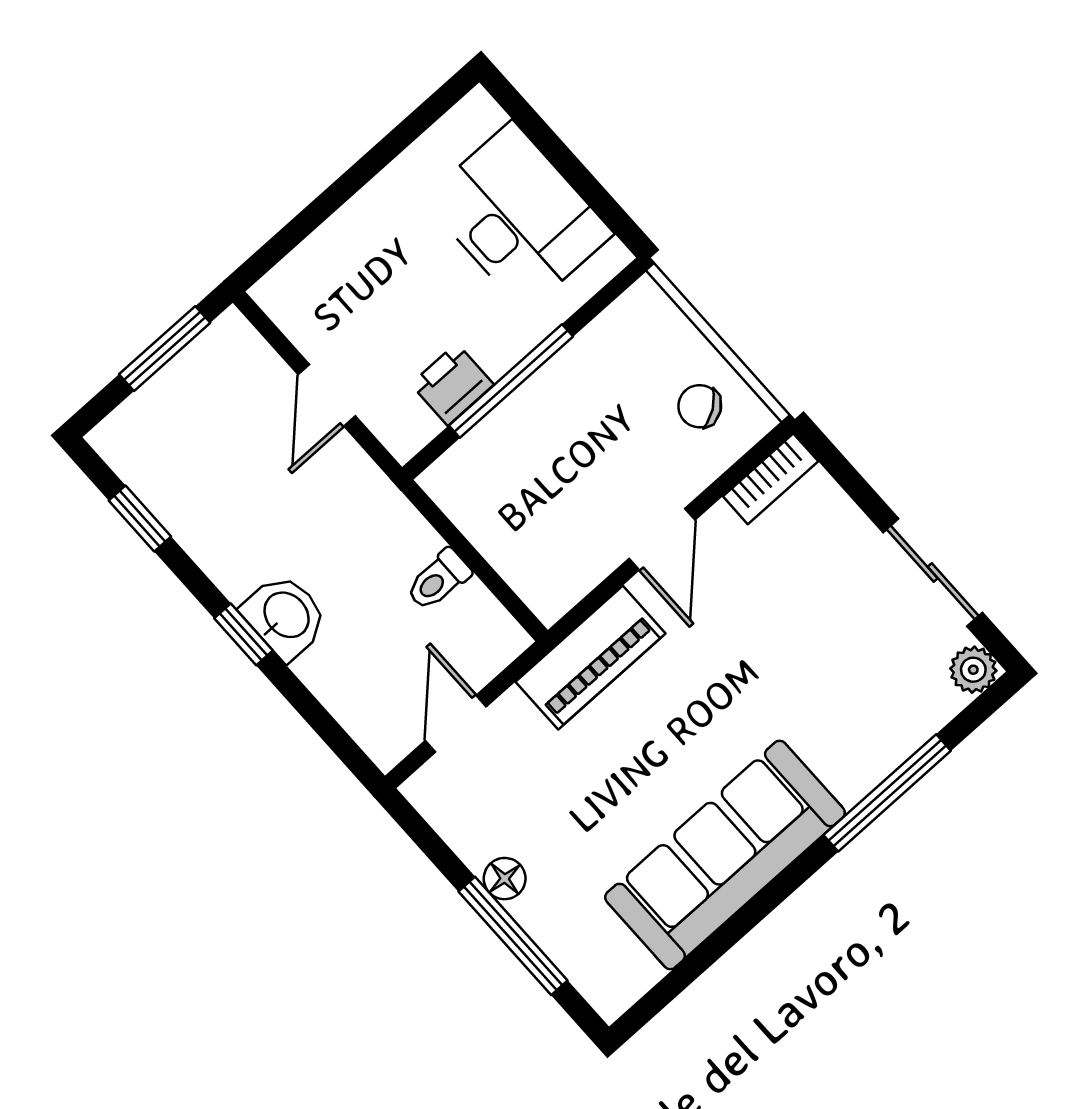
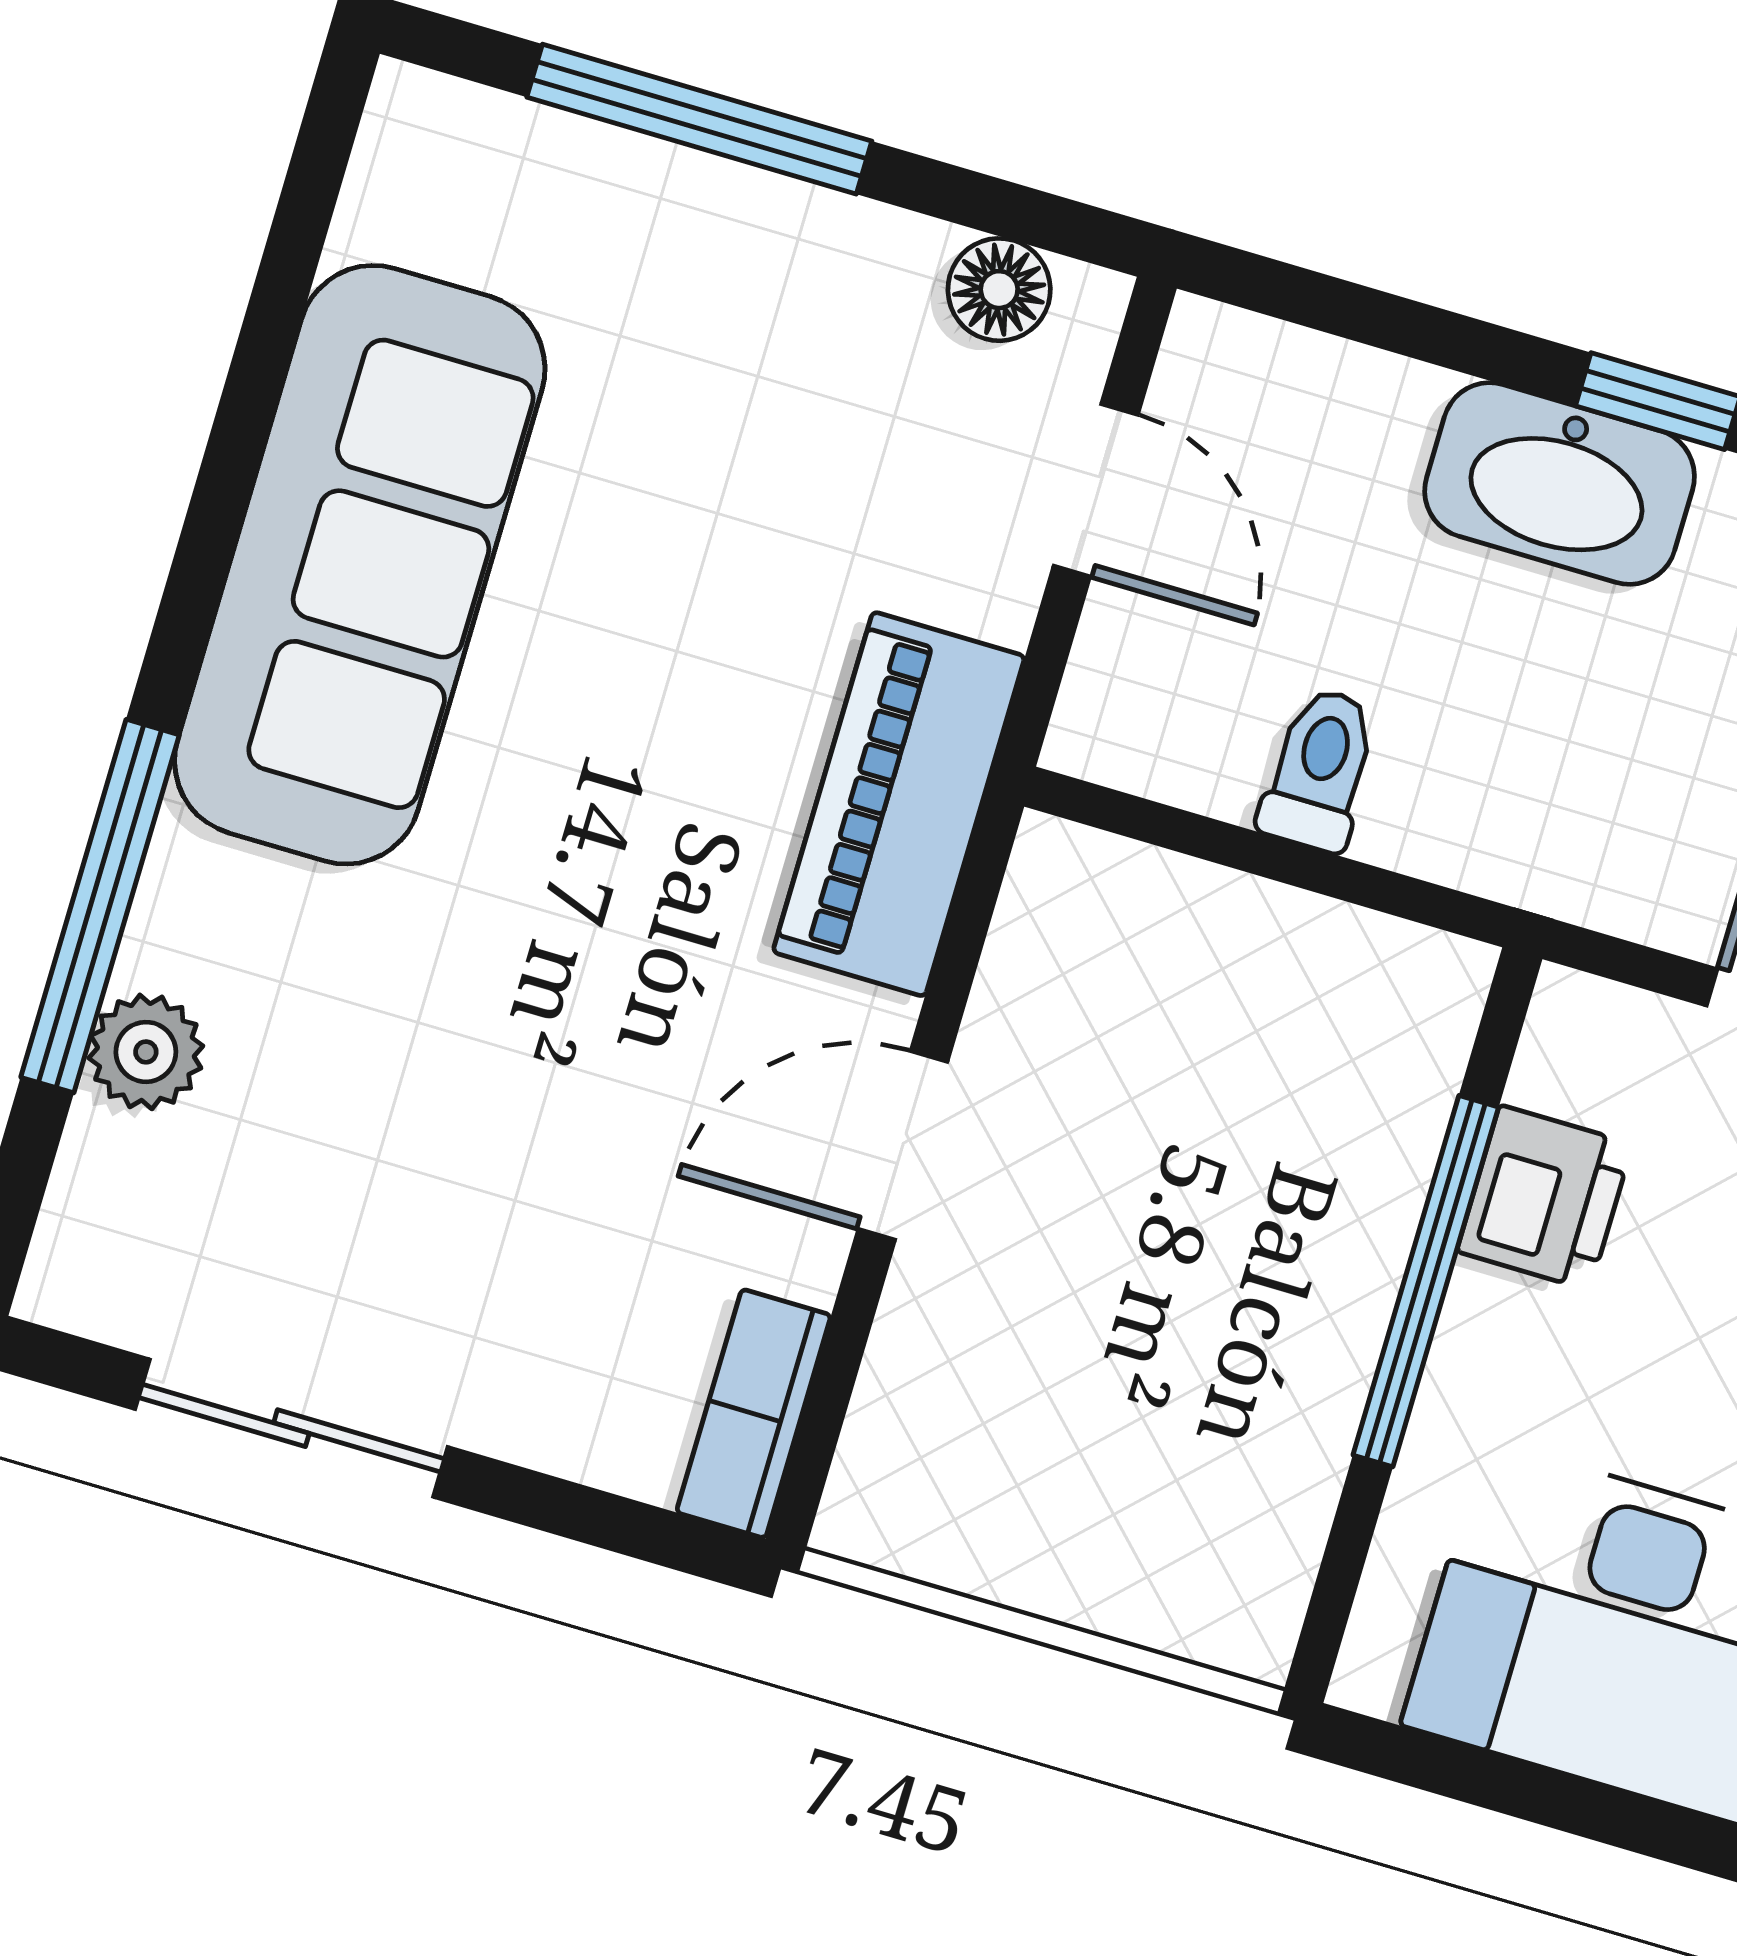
chair: (700, 406) -> (997, 1474), removed
door: (662, 539) -> (903, 1145), hinge flipped
washbasin: (285, 616) -> (1560, 484), width x1.38
plant: (973, 670) -> (146, 1052), moved
floor lamp: (505, 879) -> (999, 290), moved

